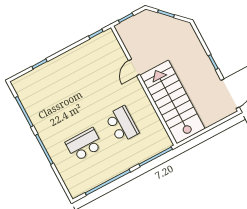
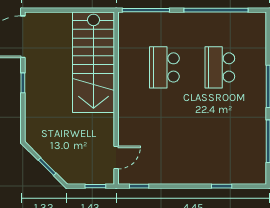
door: (134, 68) -> (116, 158), moved
school desk: (84, 145) -> (220, 67), turned 90

